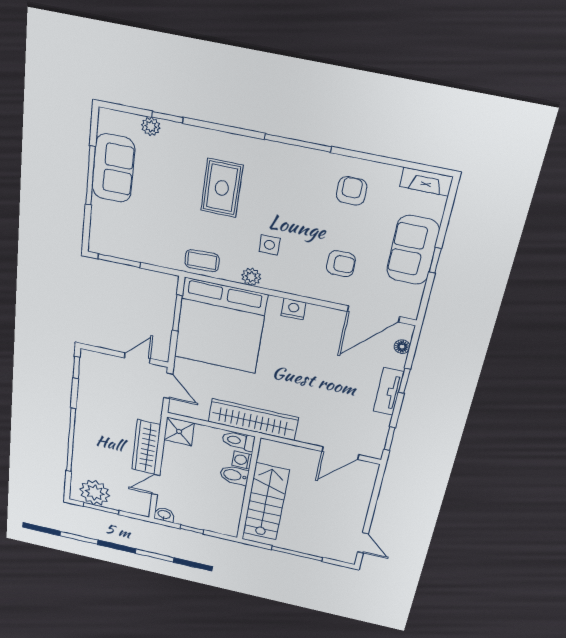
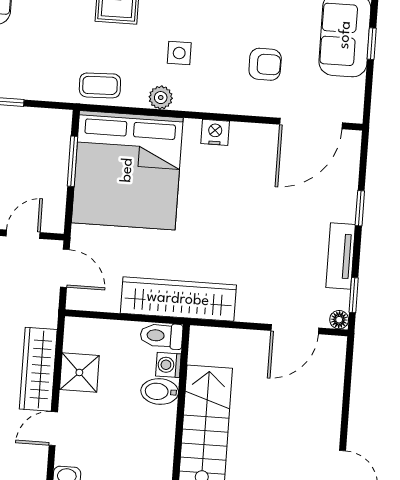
floor lamp: (402, 347) -> (339, 320), moved
tv unit: (388, 391) -> (341, 256), moved
shower: (179, 431) -> (79, 372), moved

